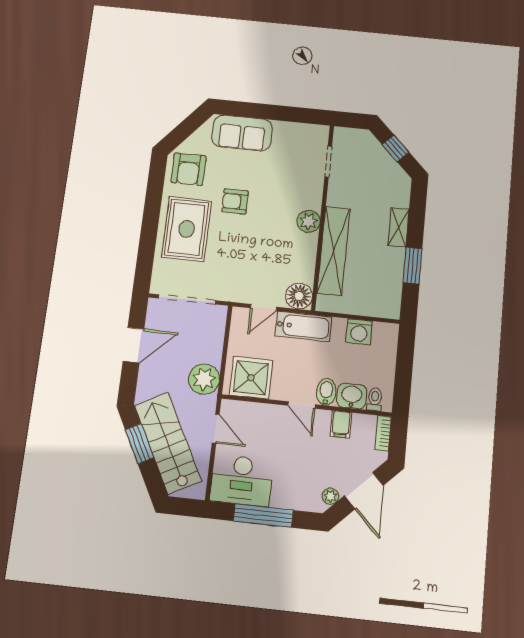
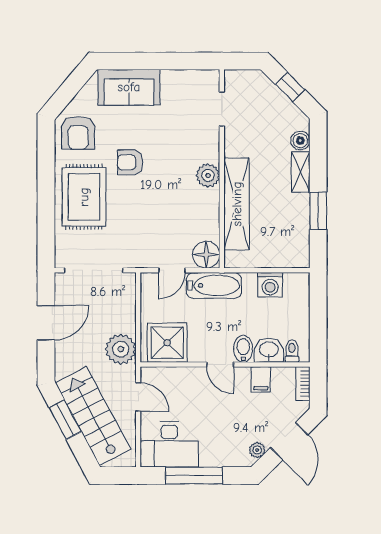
boiler: (401, 198) -> (300, 141), added

